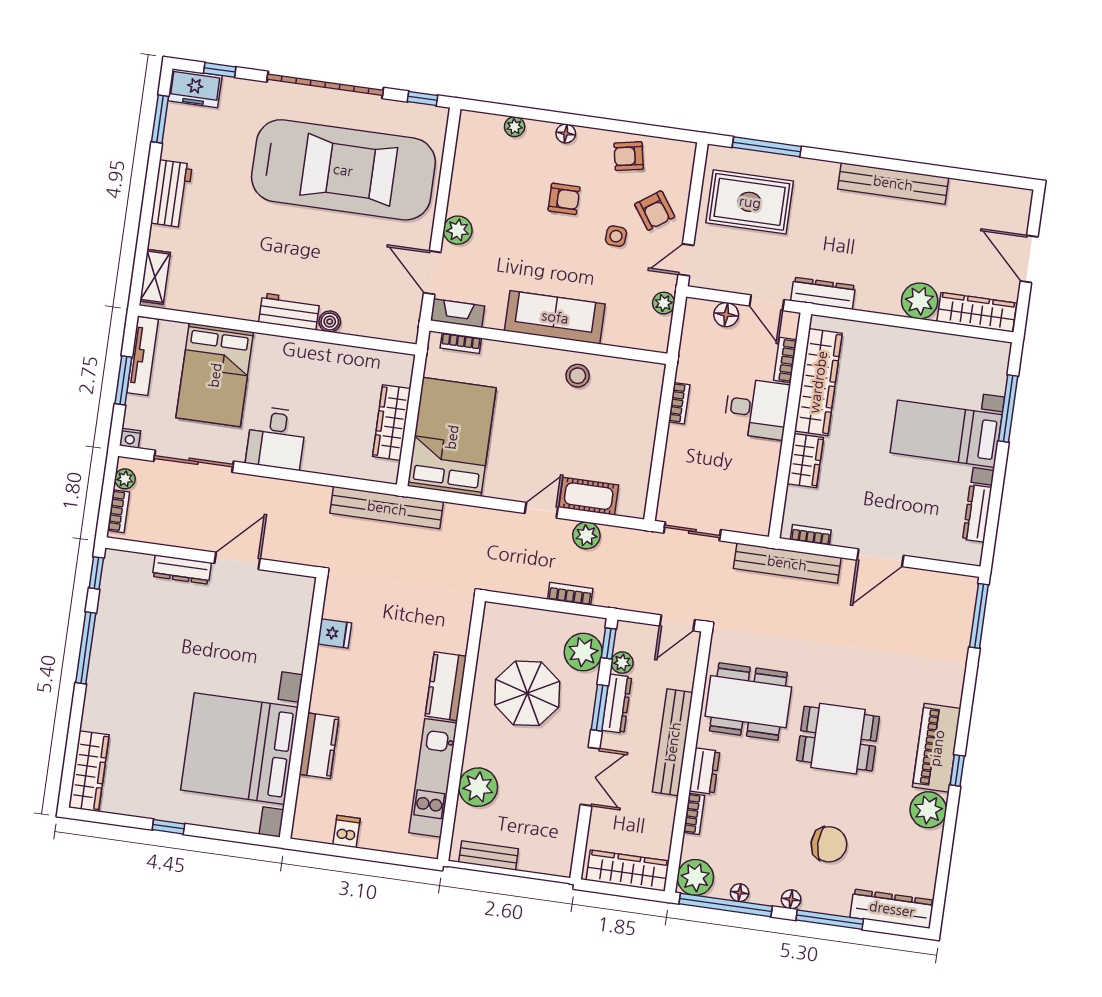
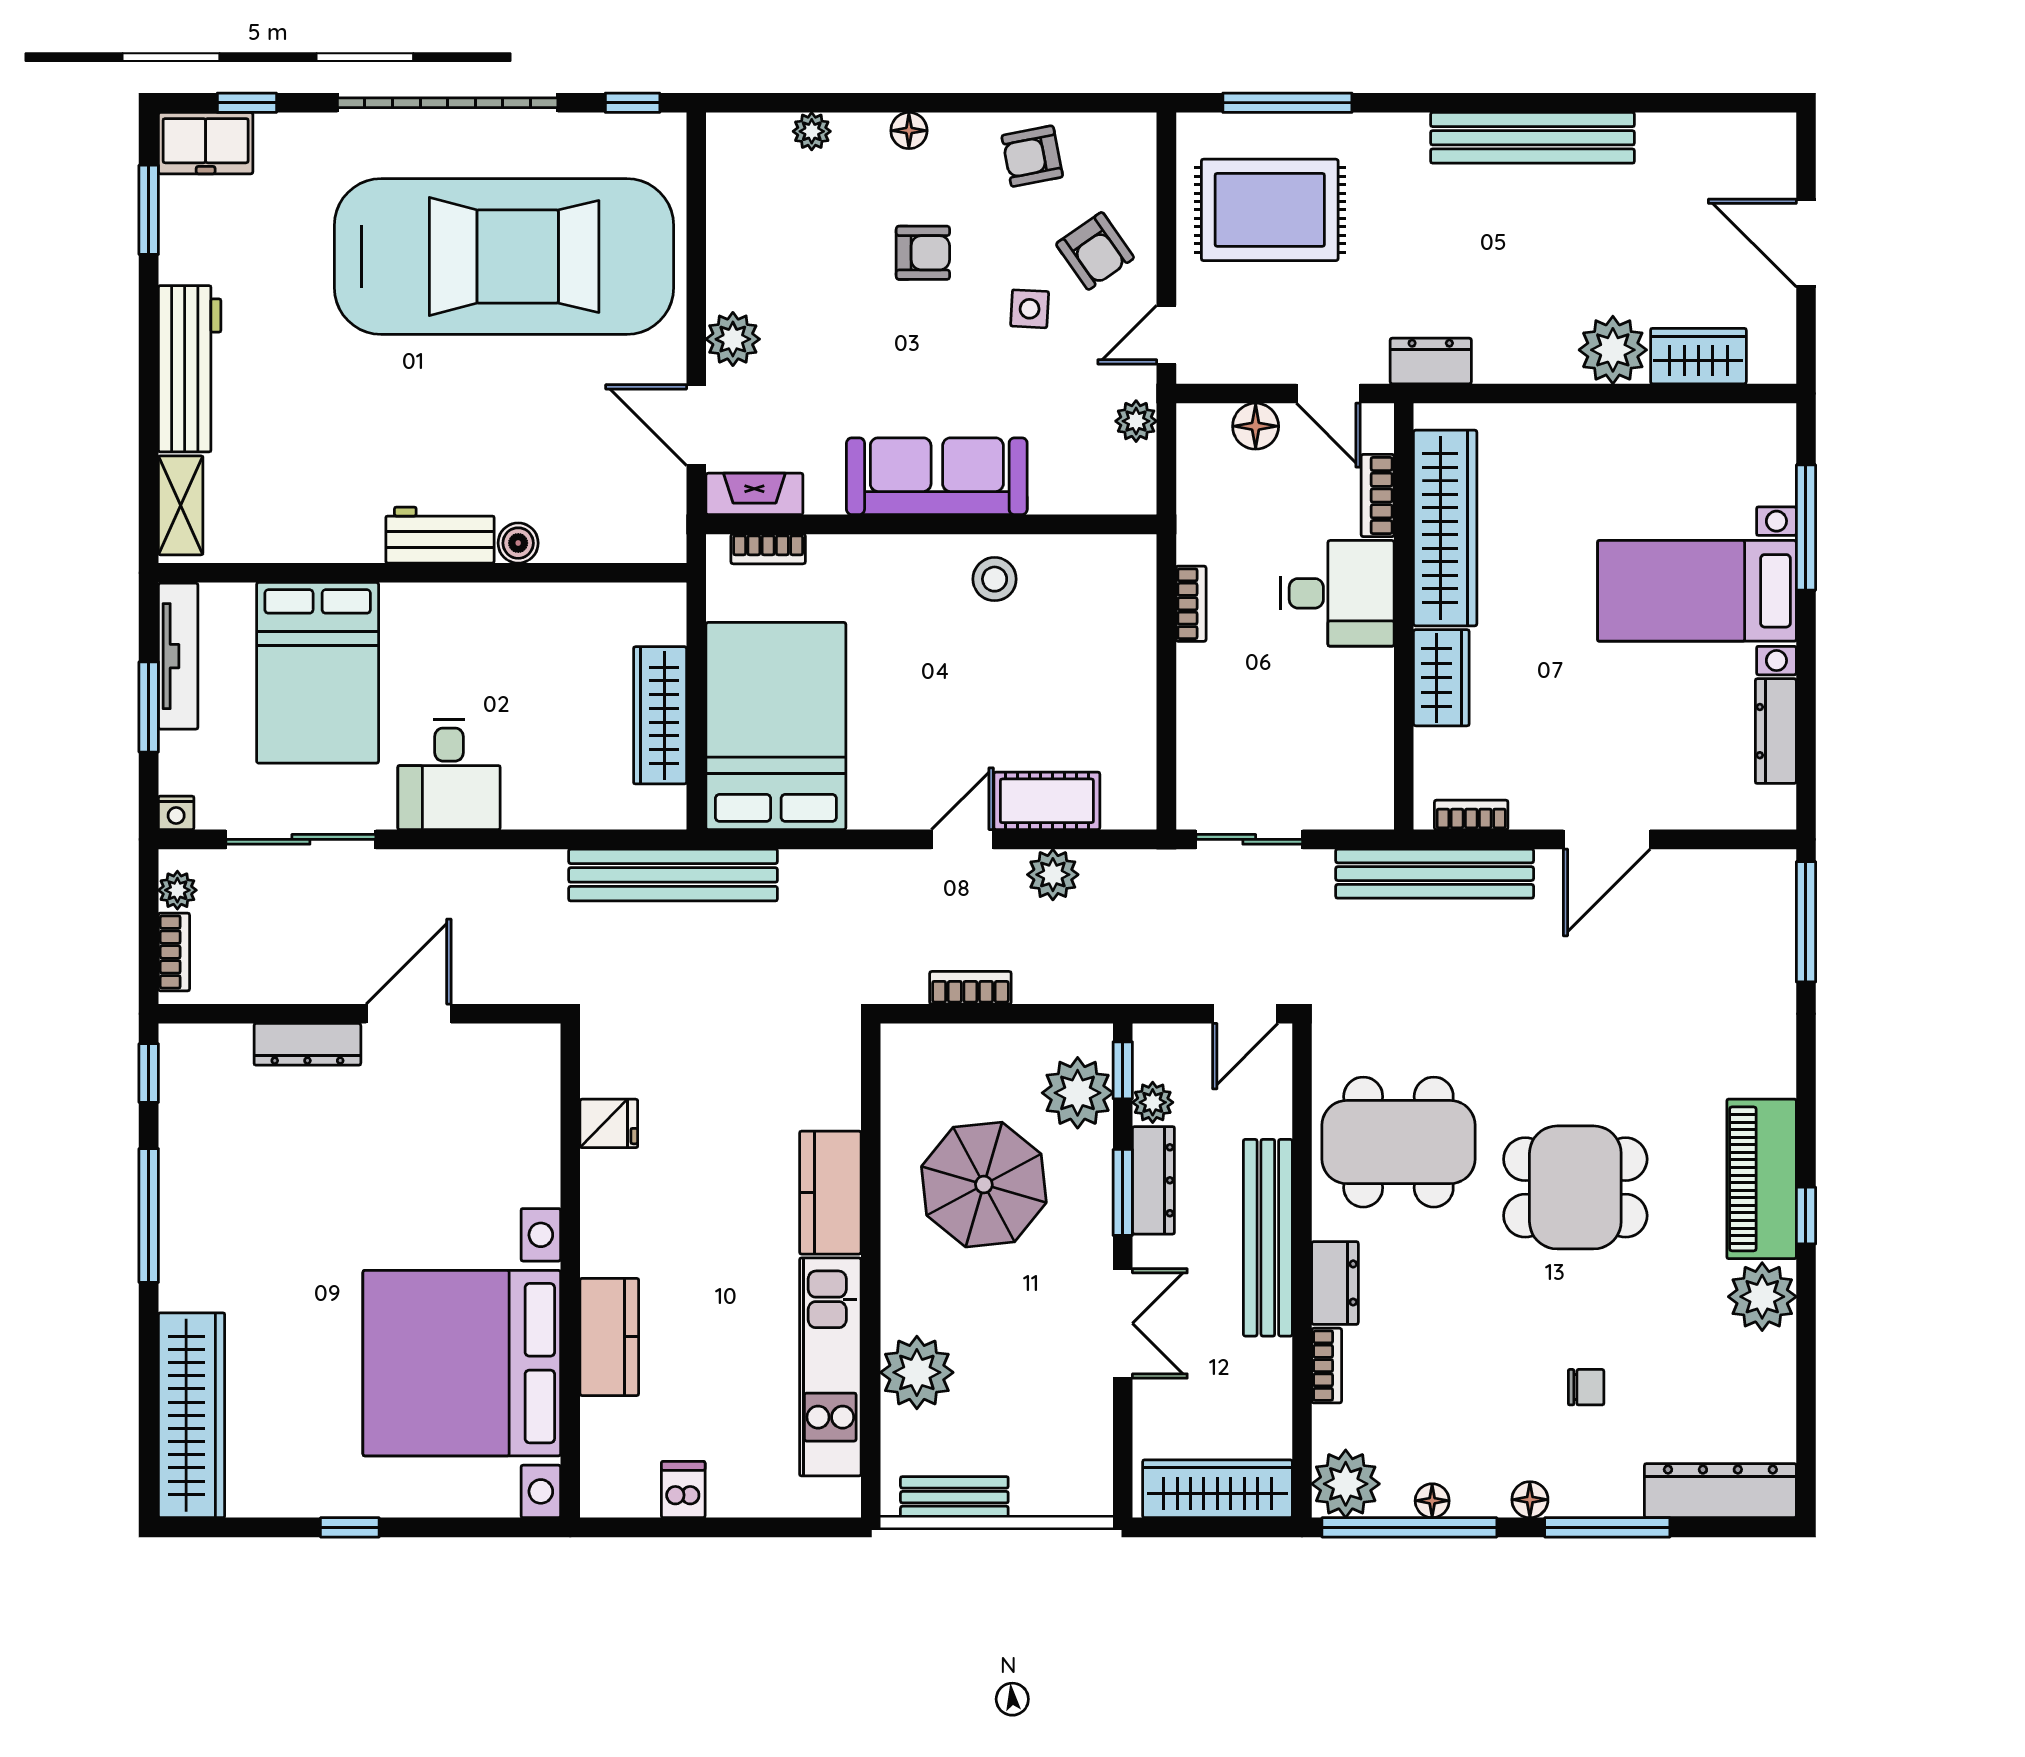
workbench: (172, 194) -> (190, 369), width x1.38
dresser: (823, 293) -> (1431, 361), width x0.70
wardrobe: (977, 312) -> (1698, 356), width x0.67
bookcase: (570, 594) -> (970, 988), moved
wardrobe: (89, 771) -> (192, 1415), width x1.40, depth x1.17
chair: (829, 844) -> (1586, 1387), width x0.54, depth x0.54

